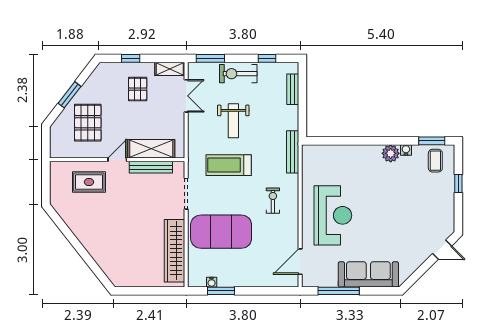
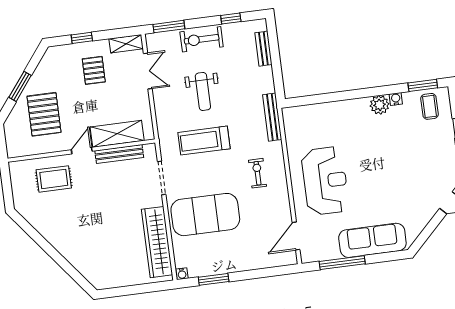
water cooler: (212, 282) -> (182, 274), moved

